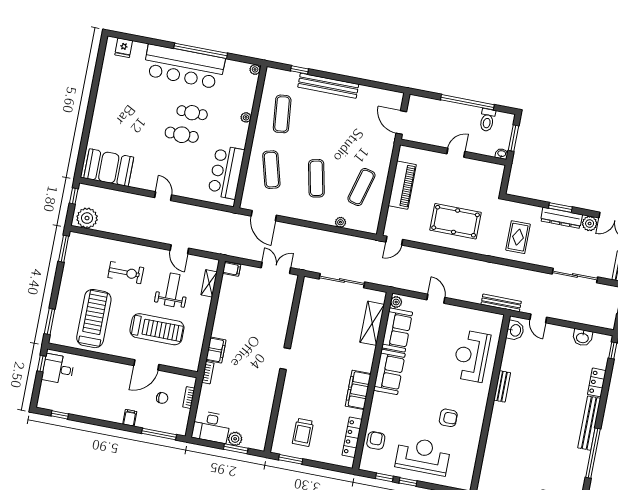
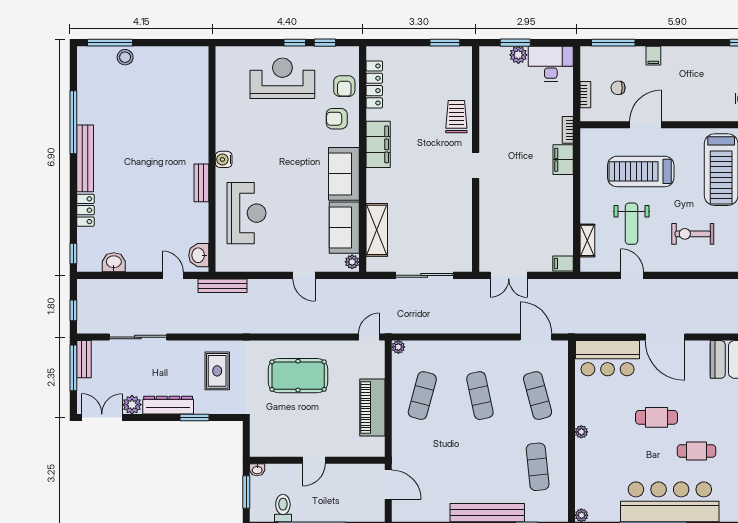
cafe table: (192, 113) -> (697, 451), moved
plant: (246, 117) -> (581, 432), moved
bar counter: (226, 172) -> (608, 358), moved, turned 90
door: (163, 196) -> (665, 337), width x1.88
window: (560, 207) -> (195, 417), moved
plant: (340, 222) -> (398, 347), moved
water cooler: (481, 401) -> (224, 159), added
armchair: (448, 418) -> (337, 119), moved
trolley: (303, 432) -> (456, 117), moved
reception desk: (423, 456) -> (282, 78), turned 180

